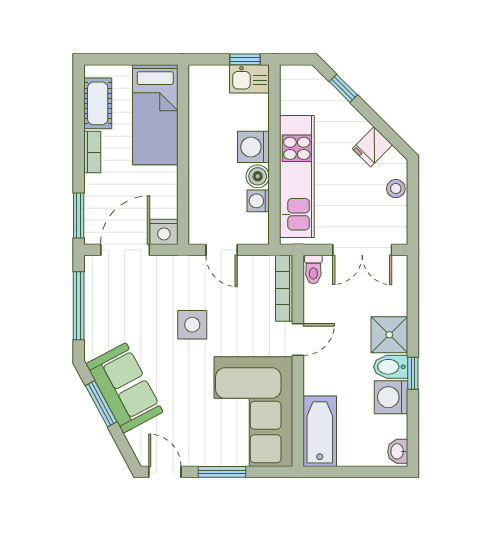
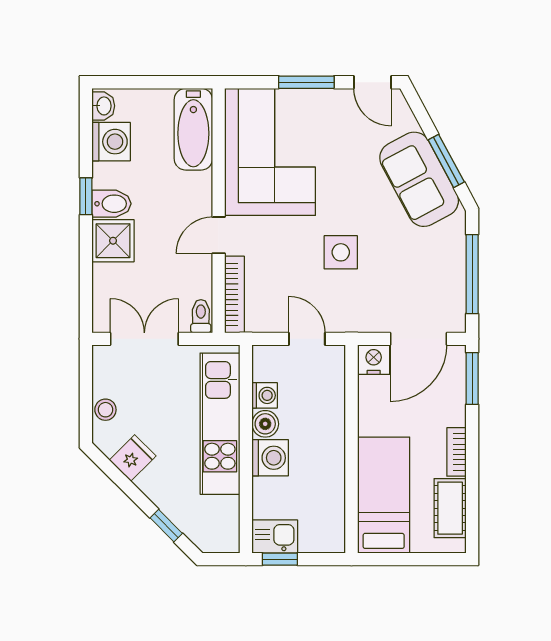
washing machine: (391, 397) -> (111, 142), moved

